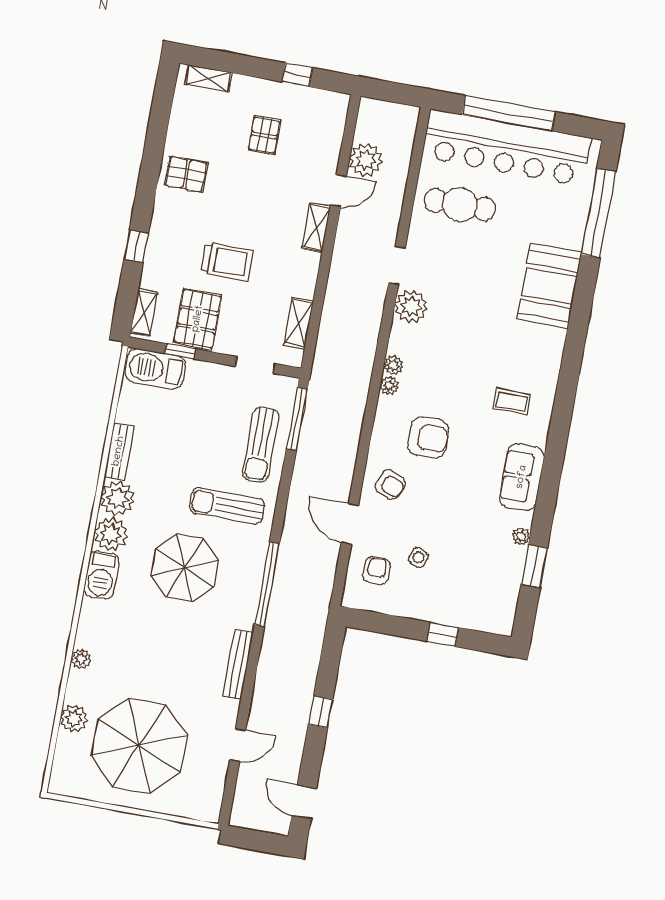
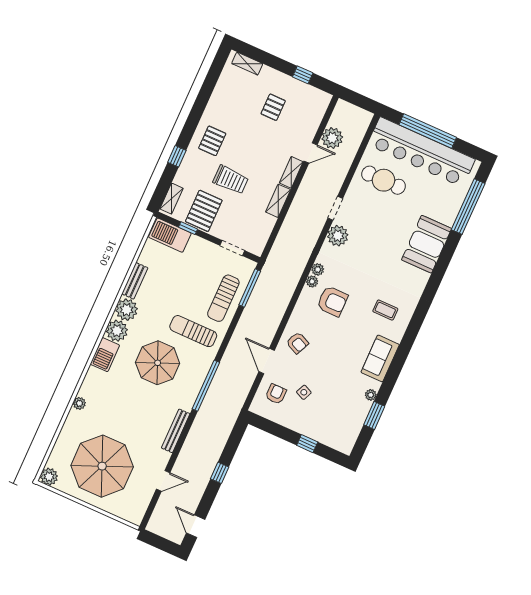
pallet: (186, 174) -> (212, 141), moved, turned 90
shelving: (298, 323) -> (278, 201), moved
armchair: (428, 438) -> (332, 301), moved
plant: (74, 718) -> (49, 477), moved

